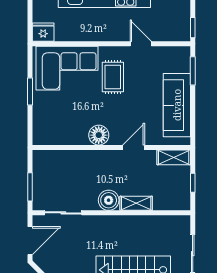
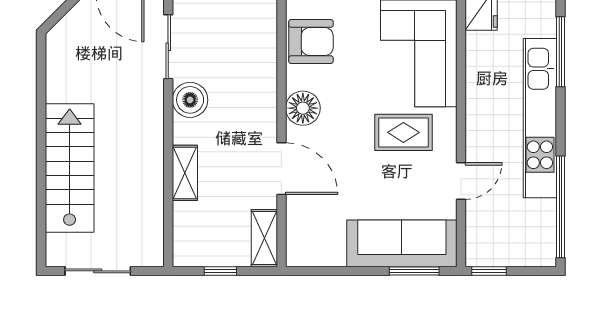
sofa: (177, 105) -> (402, 243), moved
armchair: (60, 130) -> (311, 42), added
door: (134, 147) -> (281, 169), width x1.38
boiler: (109, 200) -> (190, 100), moved

